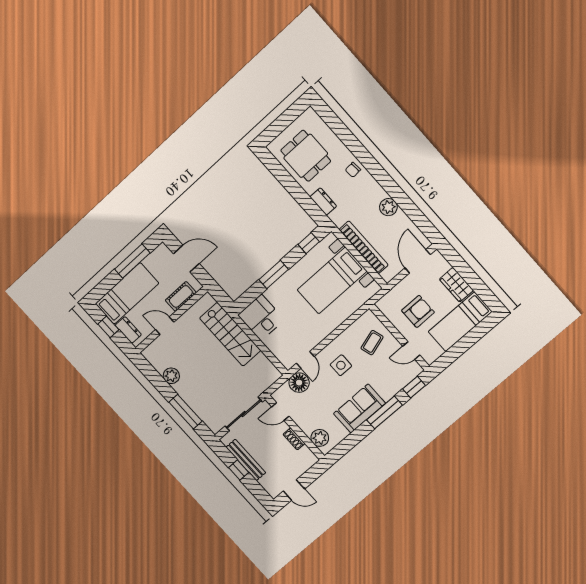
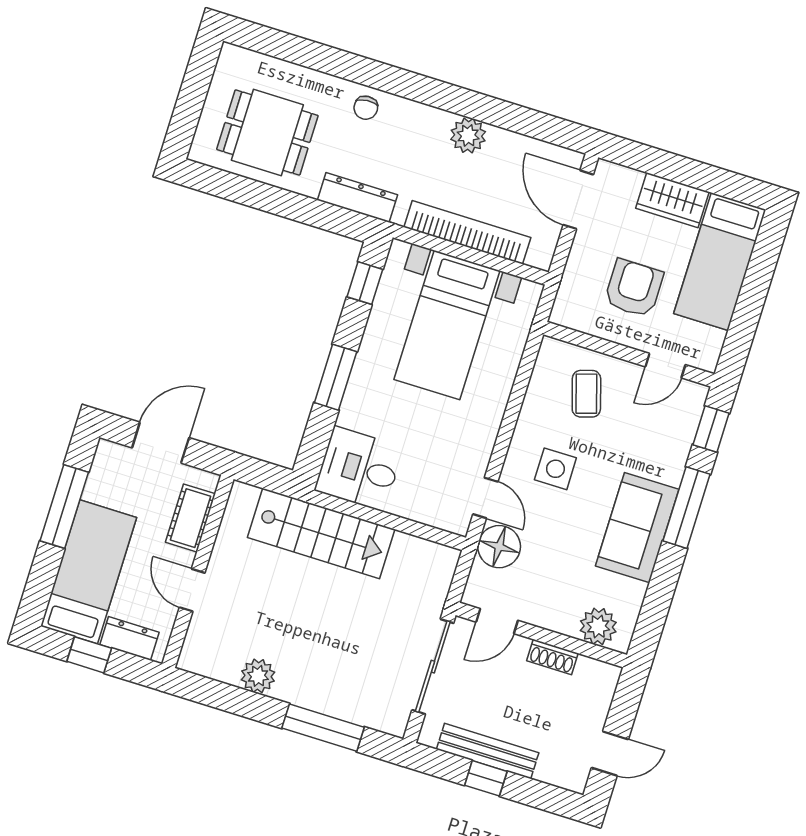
dresser: (323, 202) -> (358, 198), width x1.44
door: (165, 326) -> (192, 590), hinge flipped

